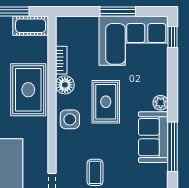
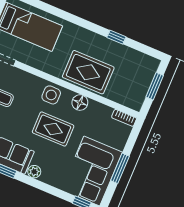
cot: (31, 26) -> (138, 95), removed
bookcase: (61, 60) -> (124, 118), moved

